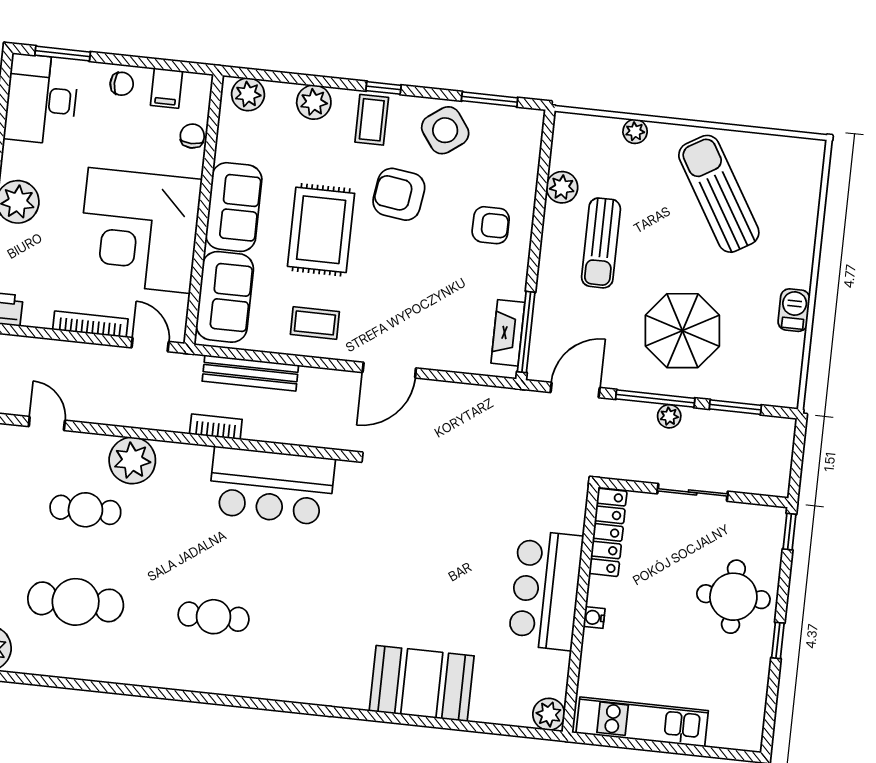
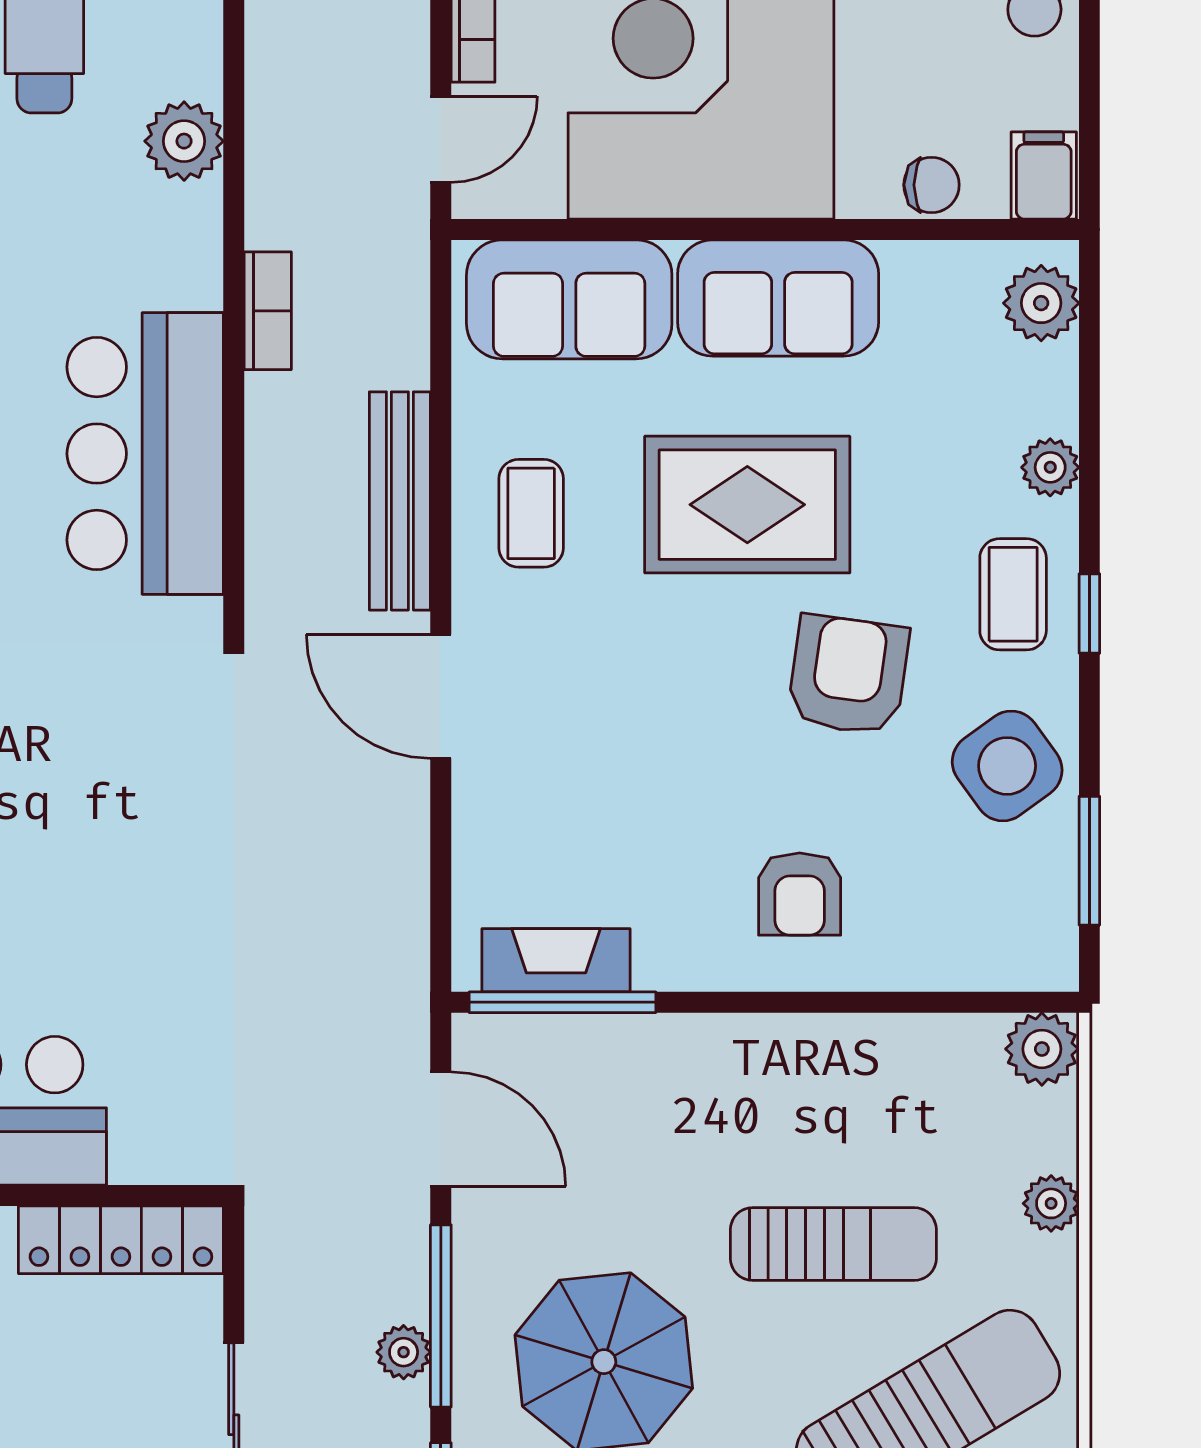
filing cabinet: (166, 88) -> (1044, 176), moved, turned 90
plant: (314, 102) -> (1050, 467), width x0.73, depth x0.73
coffee table: (372, 120) -> (1013, 594), turned 90
plant: (562, 187) -> (1042, 1049), moved
sun lounger: (601, 243) -> (833, 1244), moved, turned 180
bench: (250, 373) -> (400, 501), moved
plant: (132, 460) -> (184, 141), width x0.73, depth x0.73

